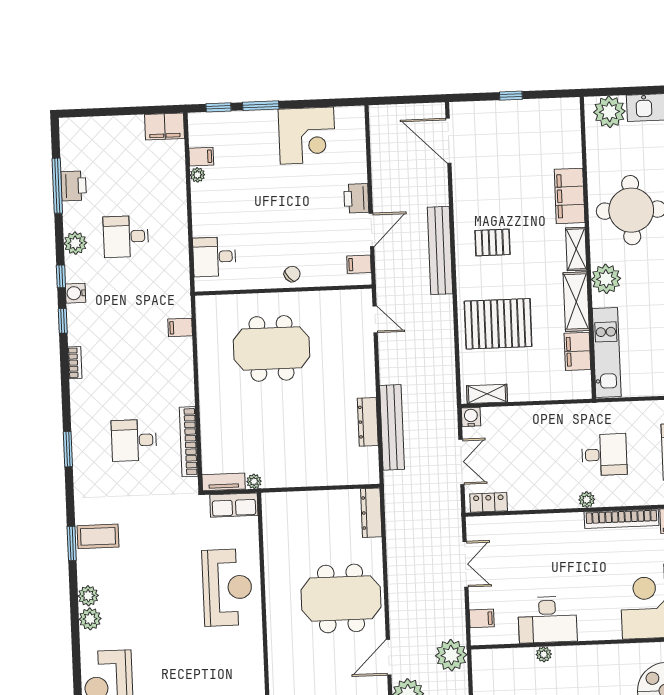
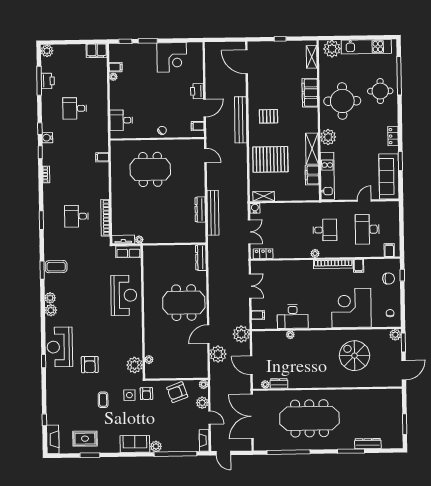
plant: (75, 243) -> (47, 51), moved
shelving: (576, 249) -> (312, 57), moved

